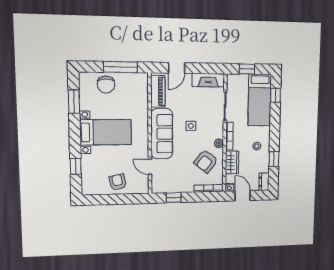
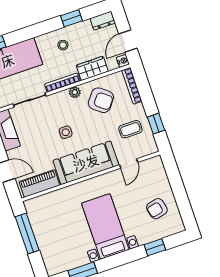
chair: (106, 85) -> (52, 243), removed
coffee table: (176, 177) -> (130, 129), added
armchair: (118, 182) -> (157, 209), moved

